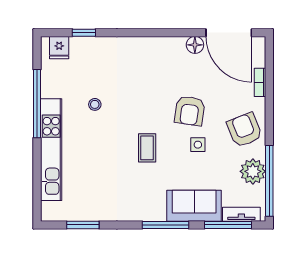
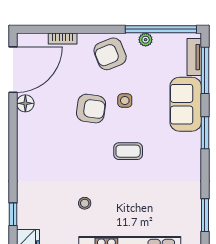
plant: (253, 171) -> (146, 40), width x0.53, depth x0.53
window: (165, 225) -> (205, 133), width x0.69

